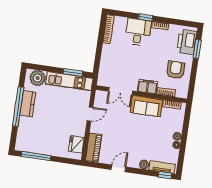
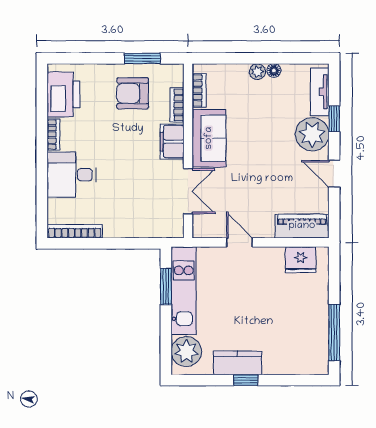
window: (146, 17) -> (42, 164), removed
printer: (187, 42) -> (63, 95), moved, turned -90
window: (197, 49) -> (142, 58), moved
window: (18, 107) -> (246, 380), width x0.32
plant: (144, 165) -> (312, 134), width x1.87, depth x1.87
window: (165, 175) -> (334, 119), moved

